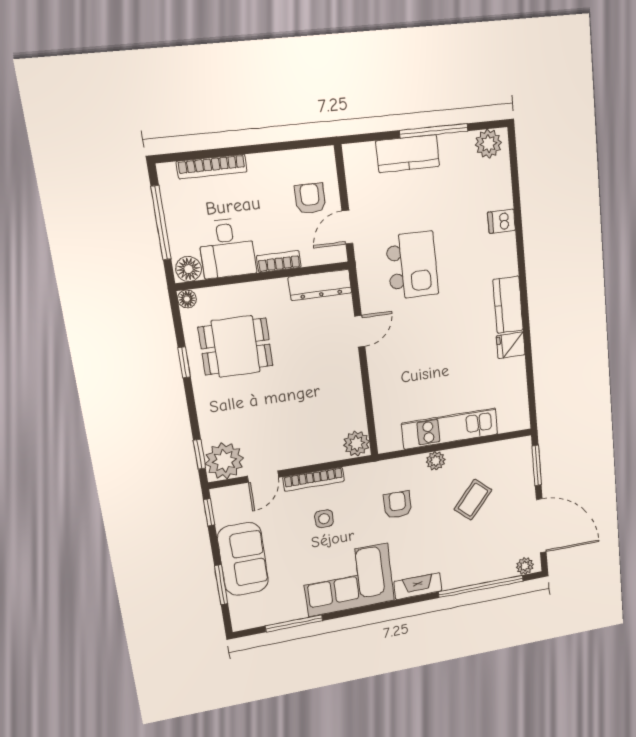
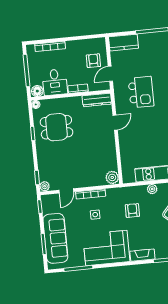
kitchen counter: (408, 154) -> (123, 43), moved
plant: (224, 461) -> (45, 186), width x0.53, depth x0.53
sofa: (243, 559) -> (55, 238), width x1.36

